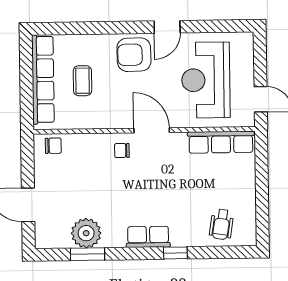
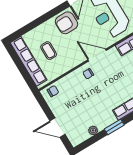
plant: (86, 233) -> (93, 130), width x0.53, depth x0.53
window: (87, 254) -> (114, 127), moved

